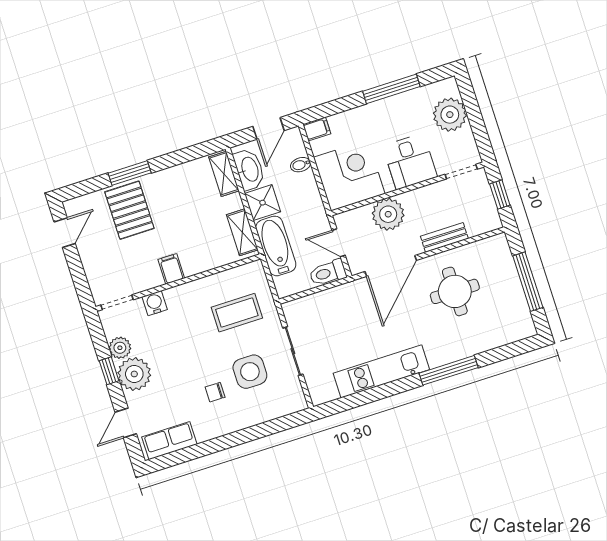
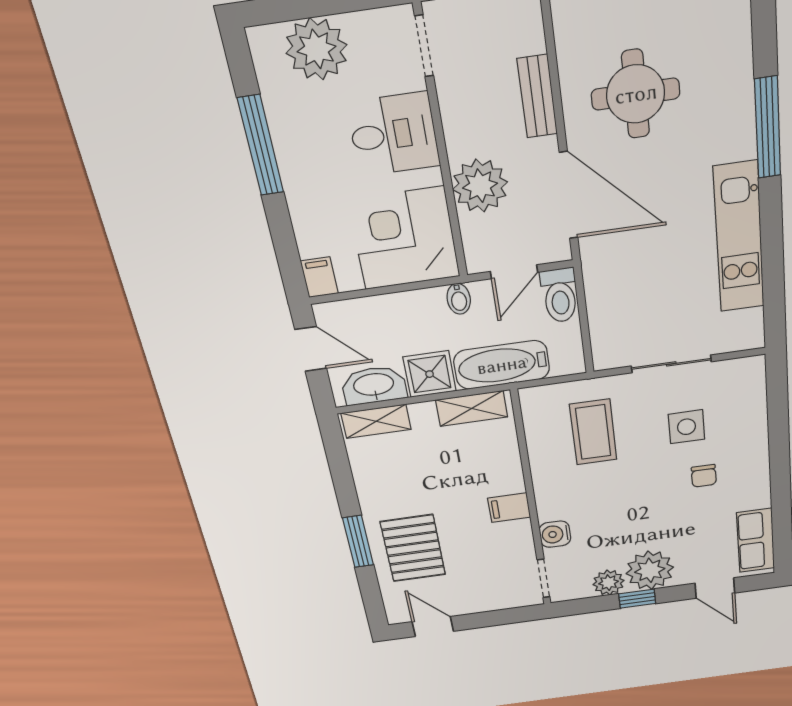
bidet: (301, 165) -> (459, 299), moved
pallet: (129, 210) -> (413, 548), turned 90
side table: (250, 372) -> (686, 427), width x0.73, depth x0.73

